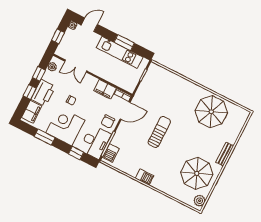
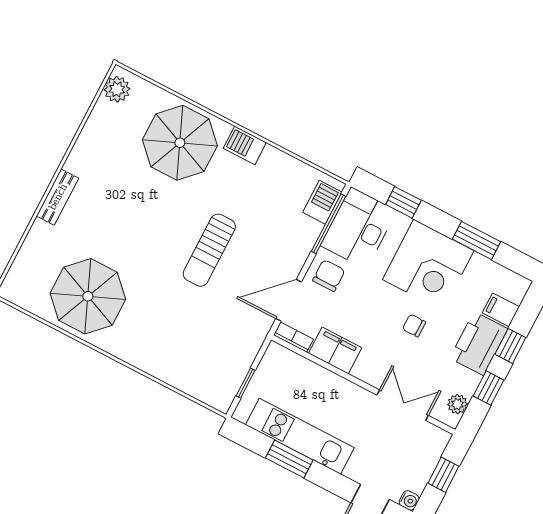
filing cabinet: (32, 112) -> (501, 310), width x0.50
parasol: (197, 173) -> (180, 143), moved

